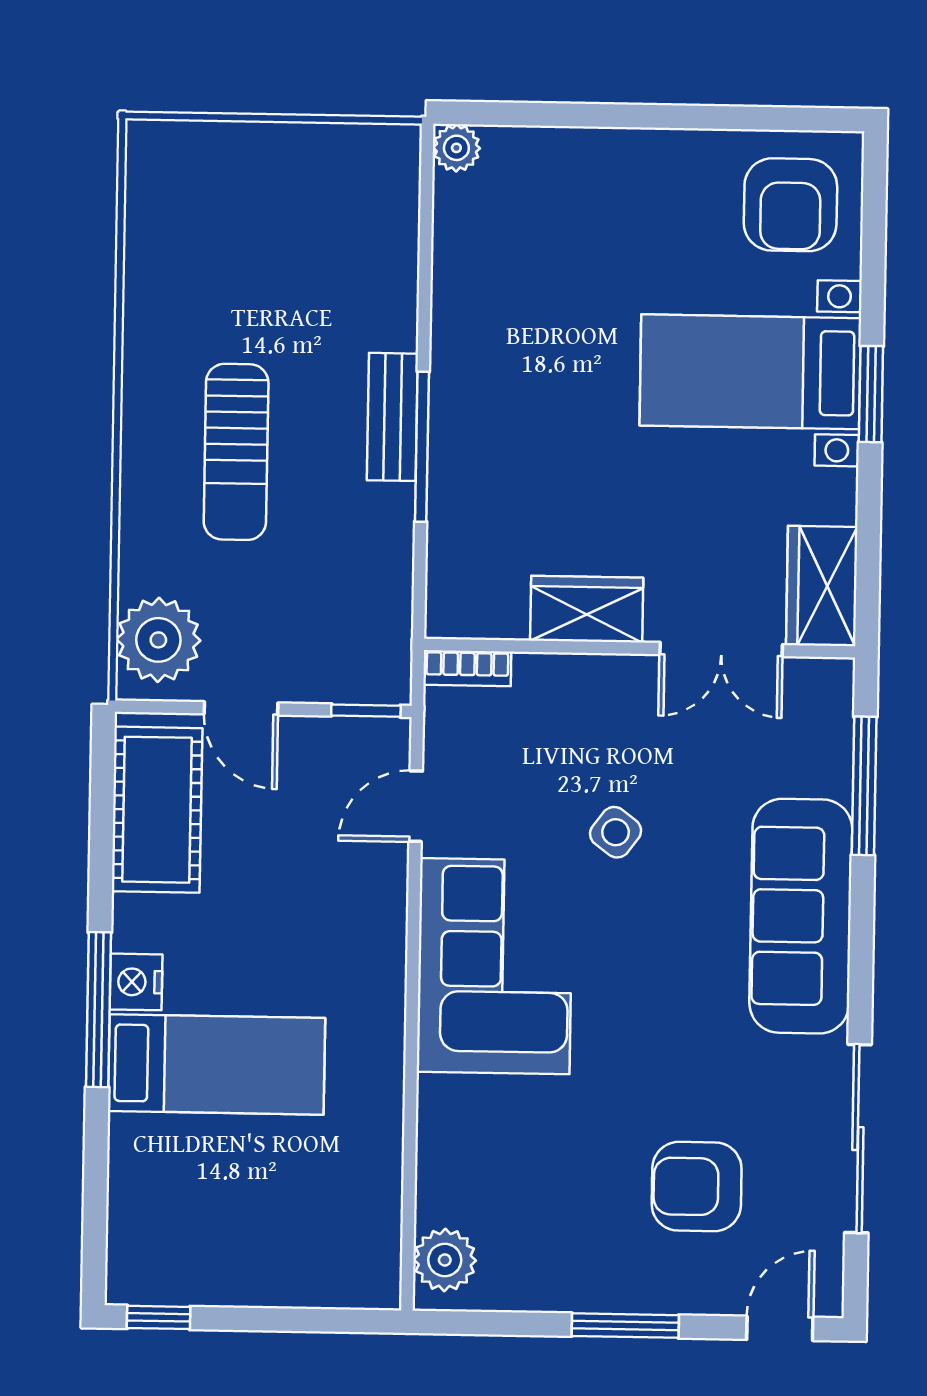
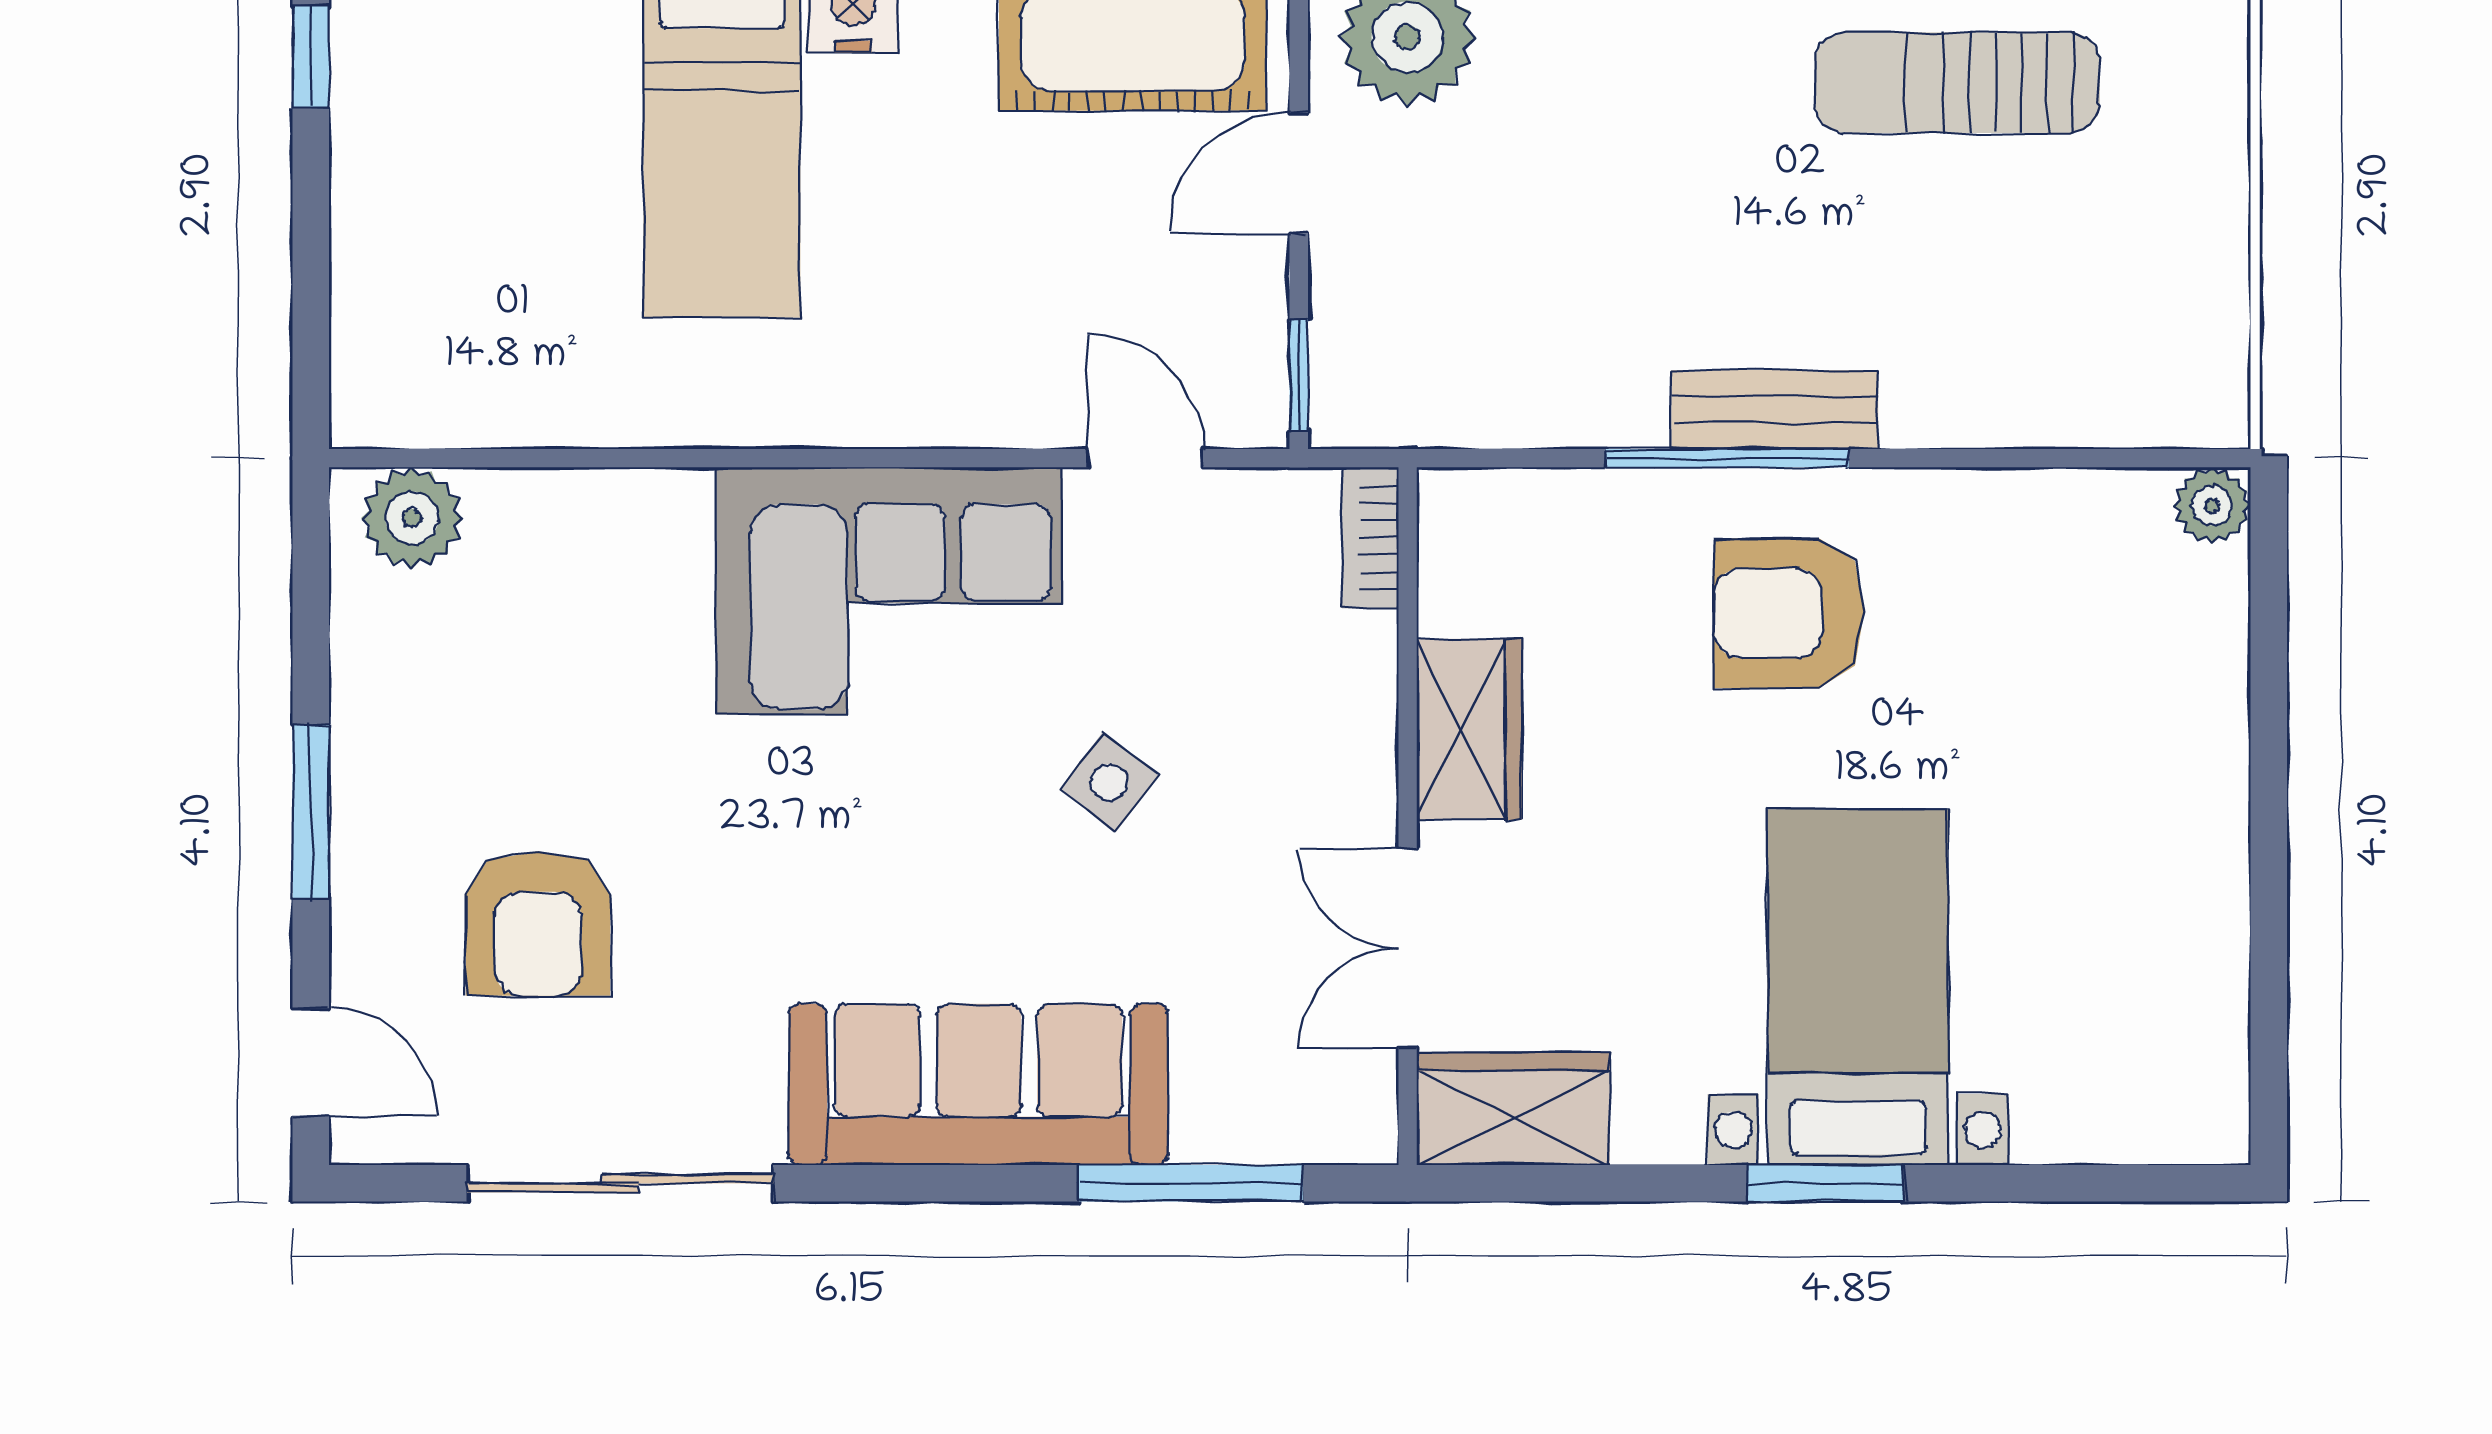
armchair: (790, 205) -> (1789, 613), moved
sun lounger: (236, 452) -> (1957, 83), moved
armchair: (697, 1186) -> (538, 924), turned 180

